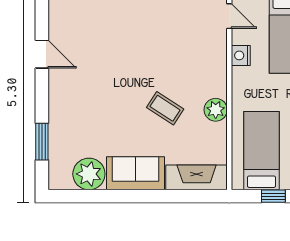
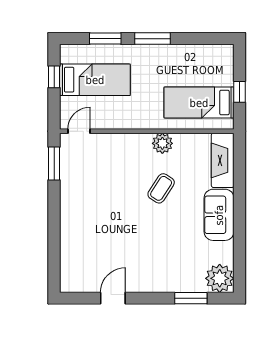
nightstand: (241, 55) -> (114, 121), removed
plant: (89, 174) -> (220, 278), moved

